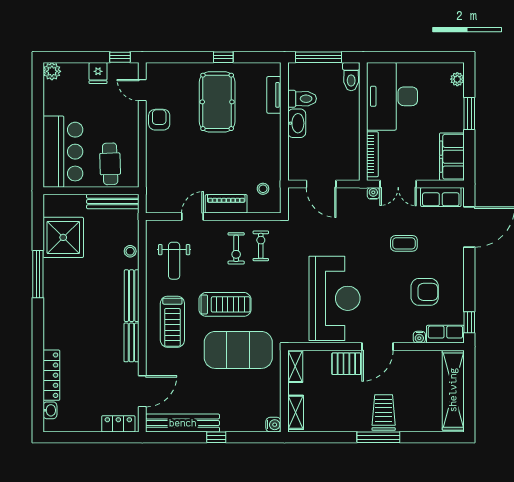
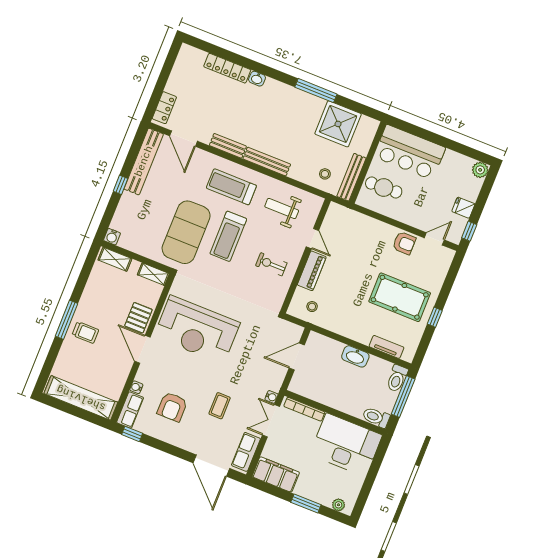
toilet: (302, 99) -> (397, 378), moved
exercise bike: (261, 246) -> (265, 286), removed
stool: (130, 251) -> (325, 174), moved
washbasin: (50, 410) -> (257, 79), moved
trolley: (384, 413) -> (85, 332), width x0.73, depth x0.72

